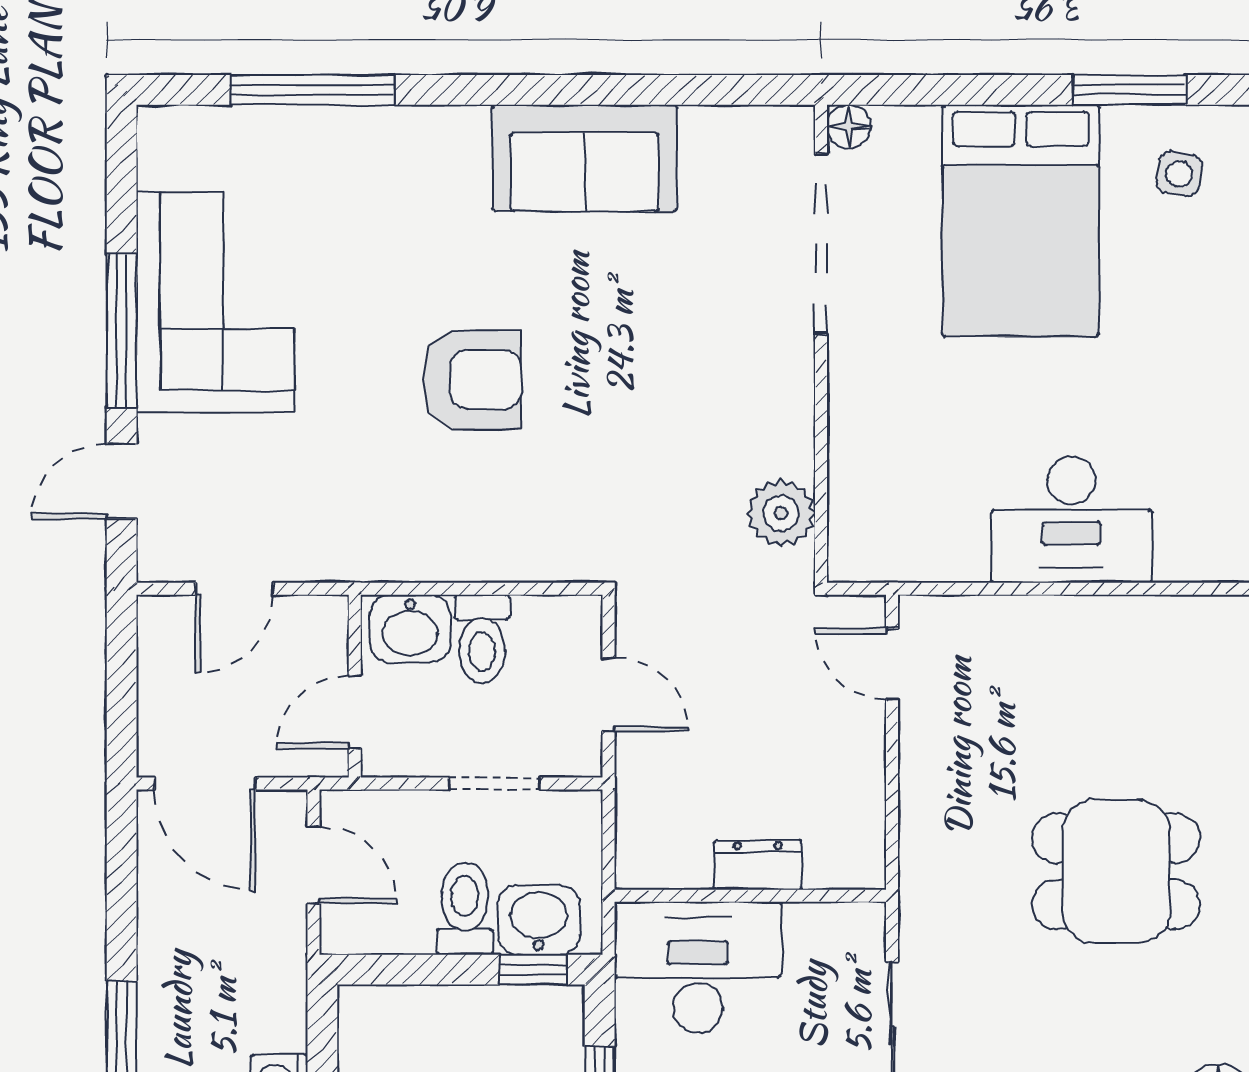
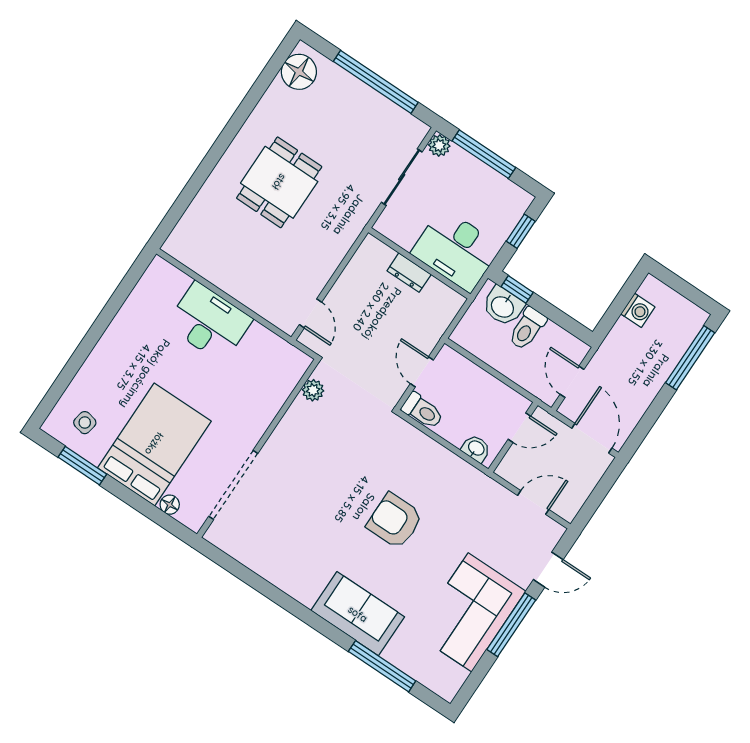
floor lamp: (849, 126) -> (170, 505), moved
sofa: (585, 158) -> (358, 614), moved
plant: (781, 513) -> (313, 390), width x0.73, depth x0.73
washbasin: (410, 629) -> (476, 449), width x0.72, depth x0.69
toilet: (482, 639) -> (423, 411), moved, turned 90
doorway: (494, 784) -> (486, 367), removed
dining table: (1116, 871) -> (279, 182), turned 90

